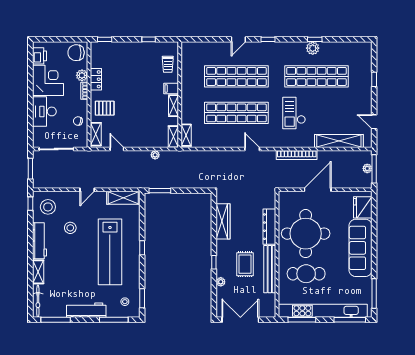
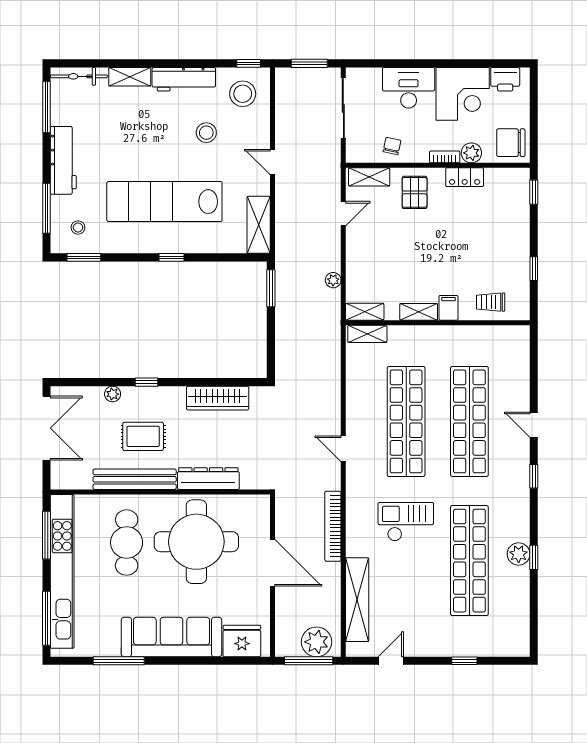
chair: (76, 53) -> (511, 143), turned -90
door: (252, 149) -> (343, 449), swing flipped
plant: (367, 168) -> (317, 642), width x1.87, depth x1.87
window: (374, 294) -> (119, 661), moved

